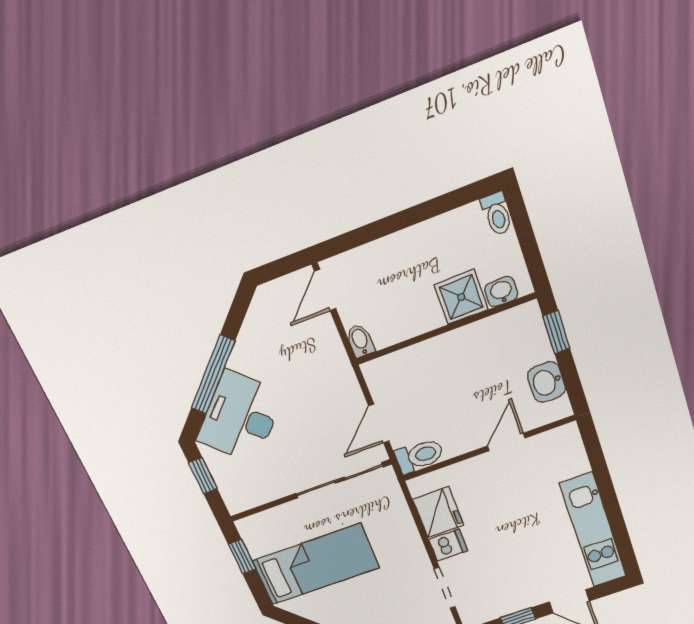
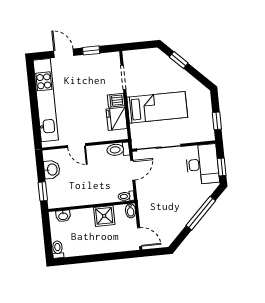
door: (325, 290) -> (140, 237), hinge flipped
shower: (461, 297) -> (104, 216), moved
toilet: (378, 368) -> (126, 196), added
desk: (241, 417) -> (202, 164), moved, turned -45
door: (506, 442) -> (76, 146), hinge flipped
kitchen unit: (593, 530) -> (46, 100), width x1.36
bed: (316, 564) -> (157, 107), moved, turned 180

